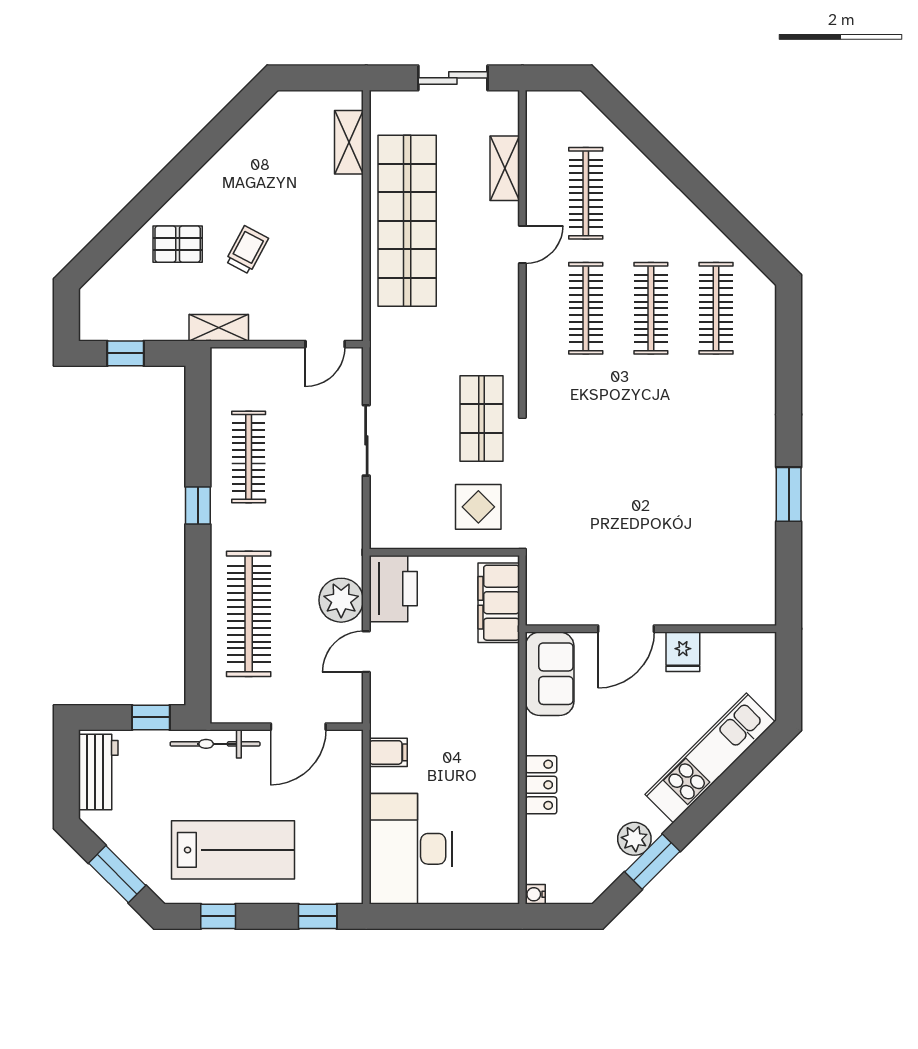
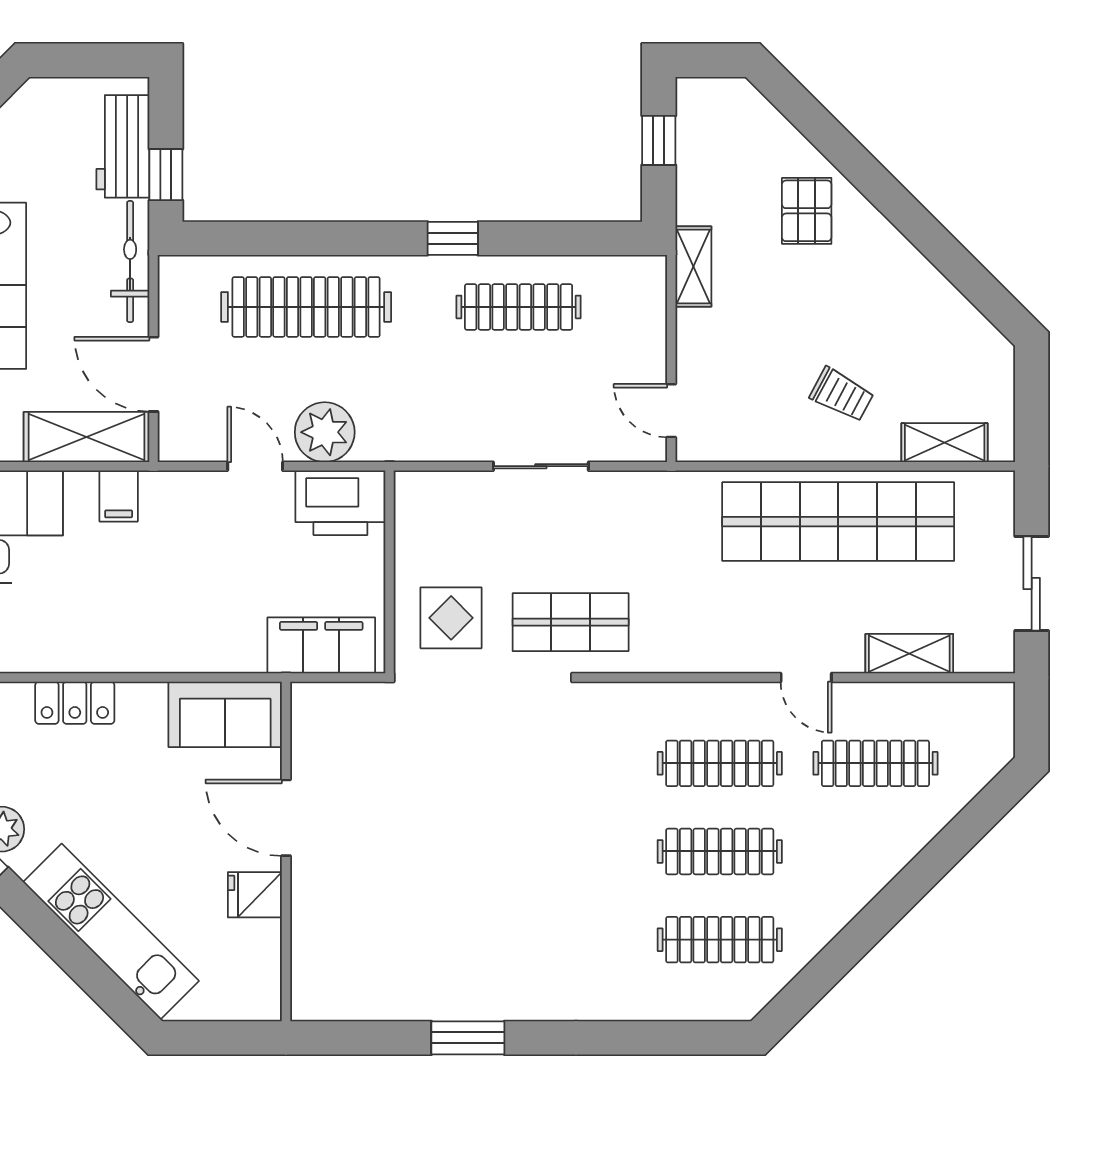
trolley: (247, 250) -> (842, 395), moved
workbench: (98, 772) -> (123, 146), moved, turned 90
shelving: (345, 776) -> (87, 437), added

